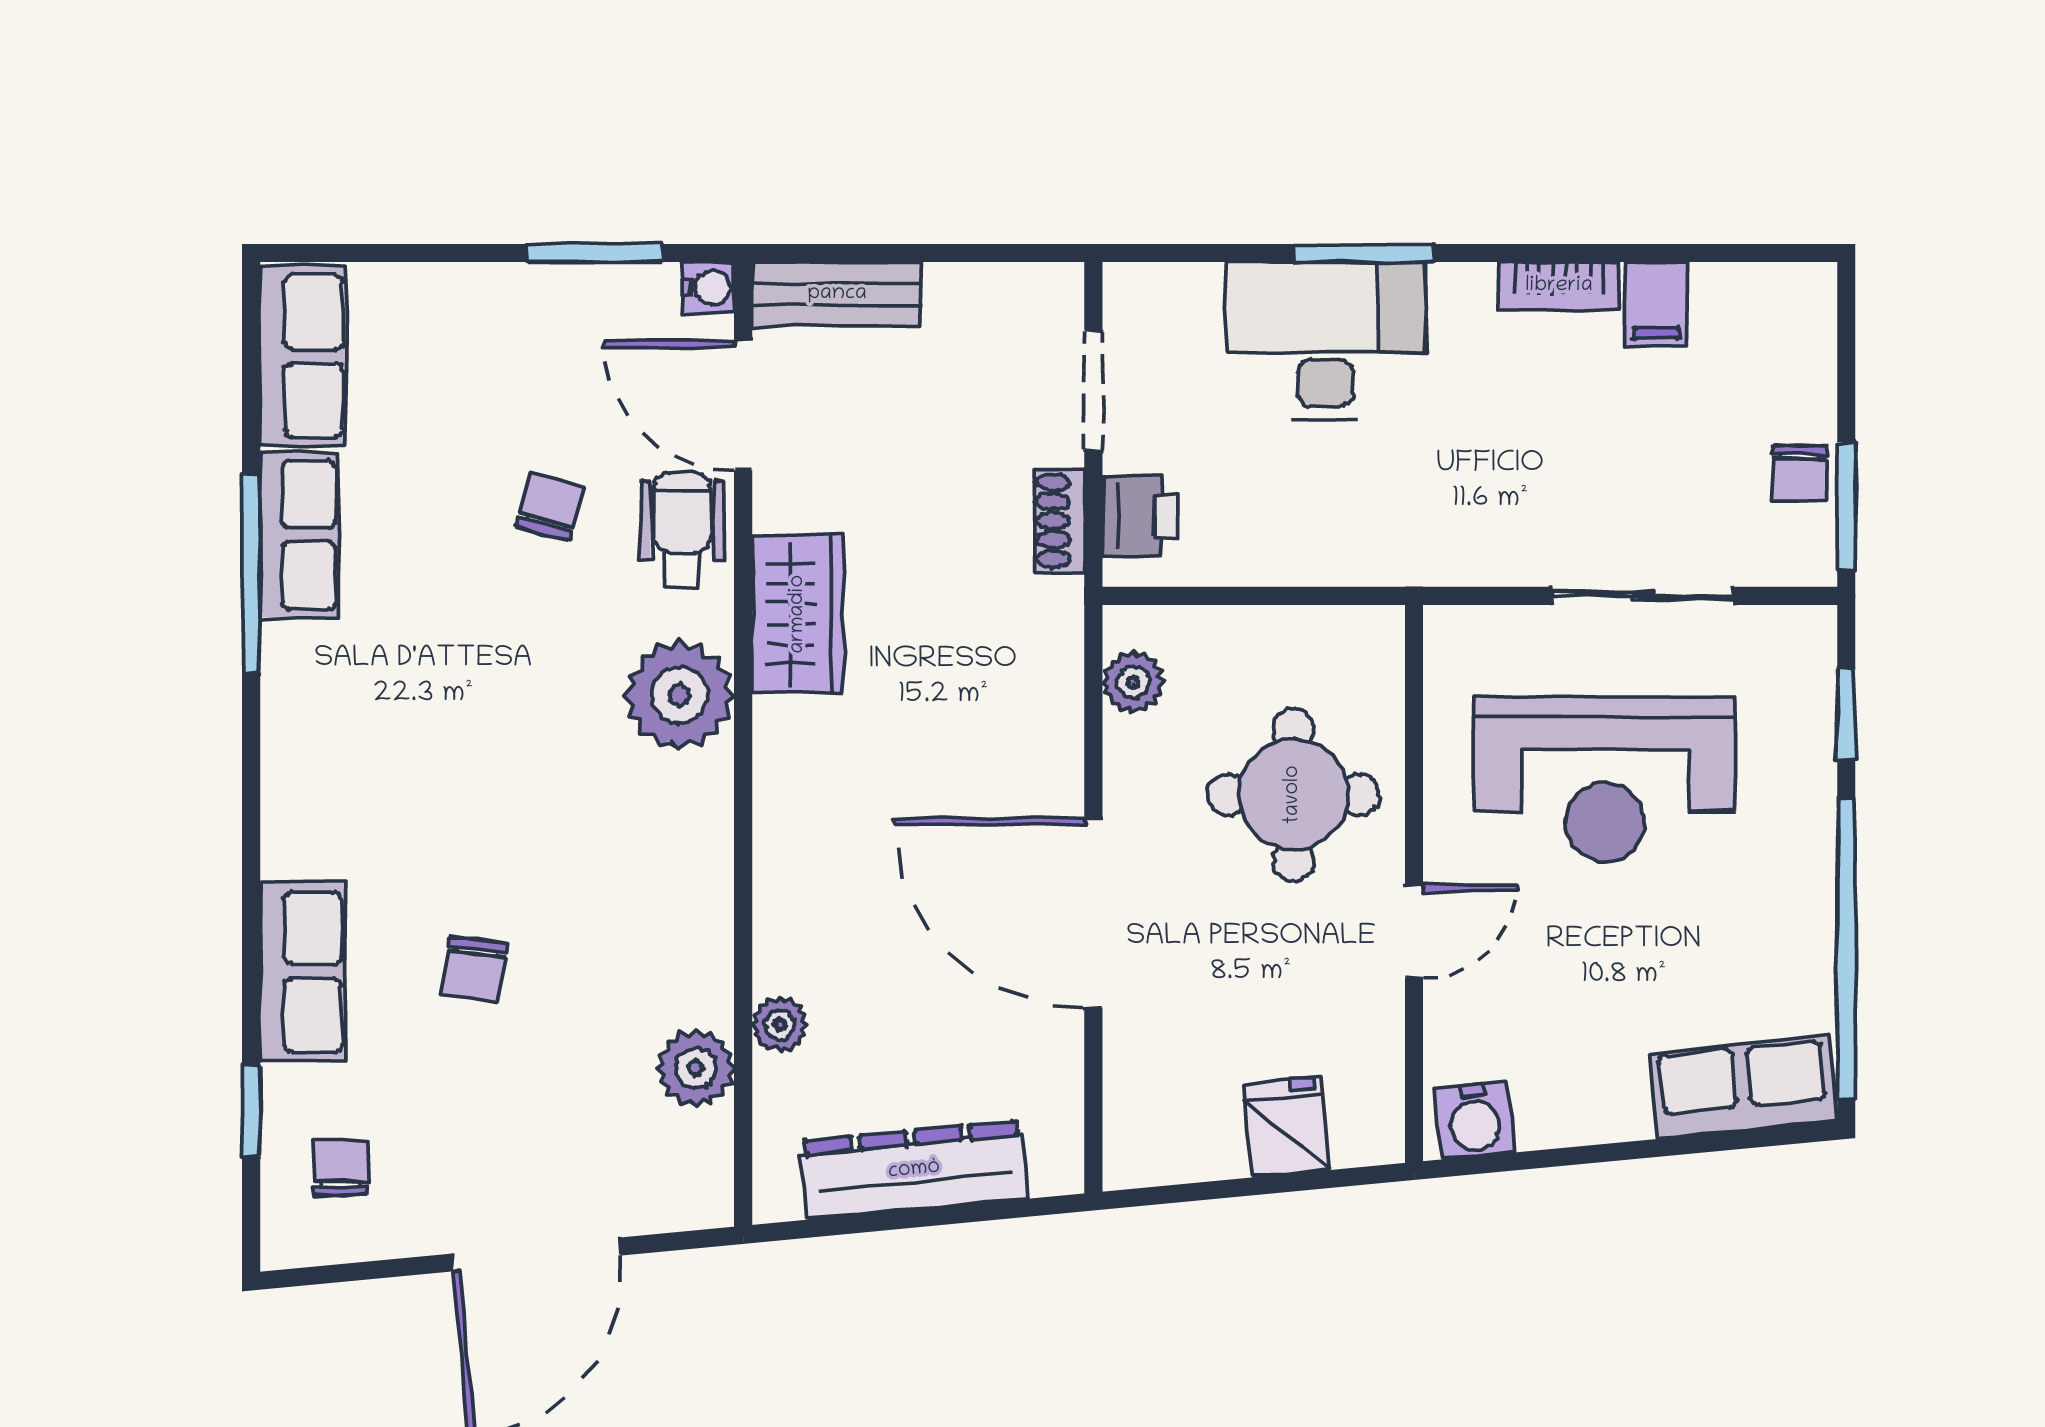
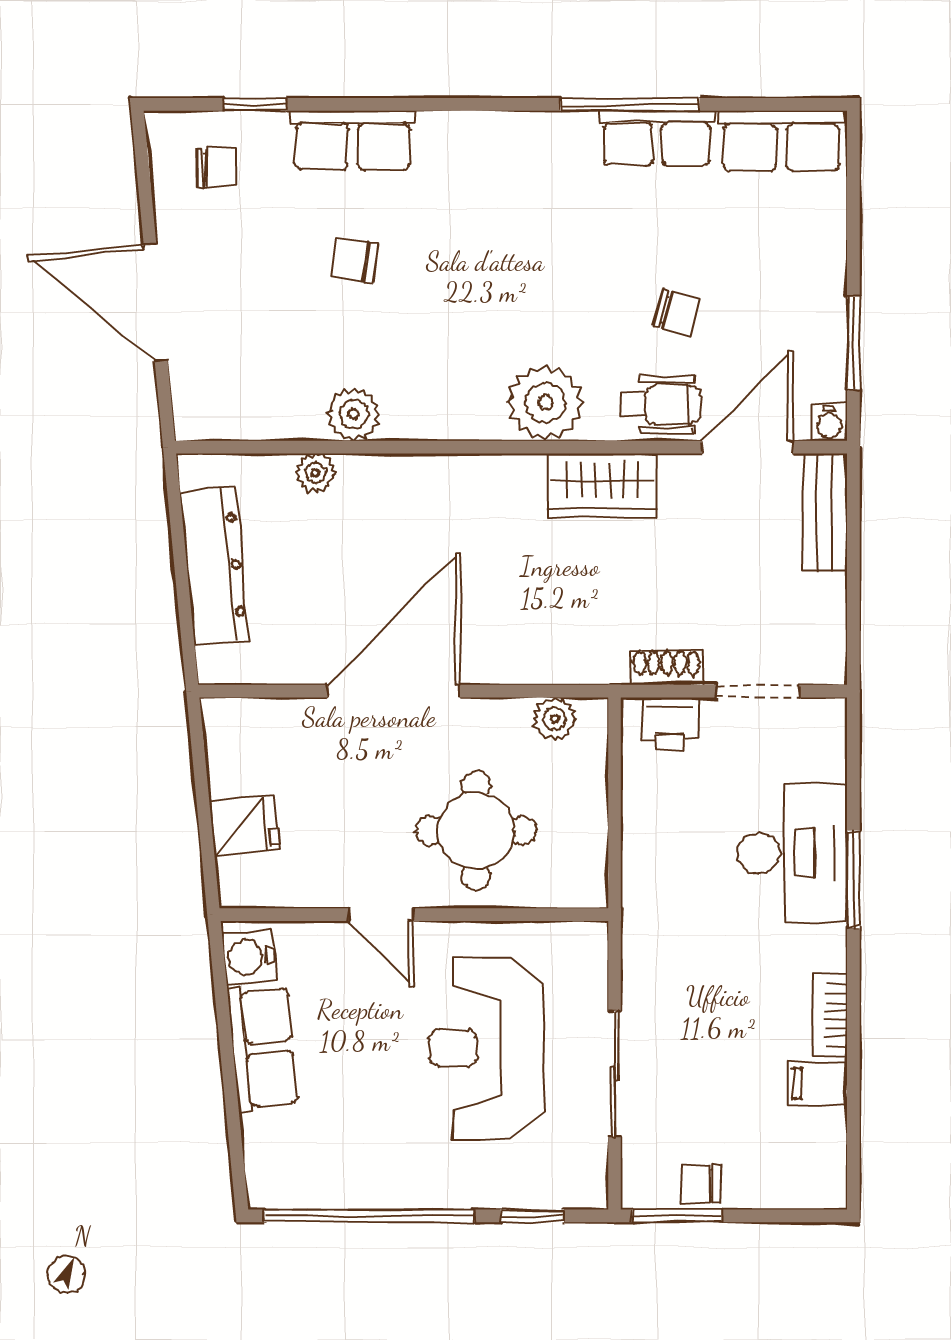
plant: (696, 1068) -> (354, 414), moved
row of seats: (1743, 1088) -> (263, 1048), moved

